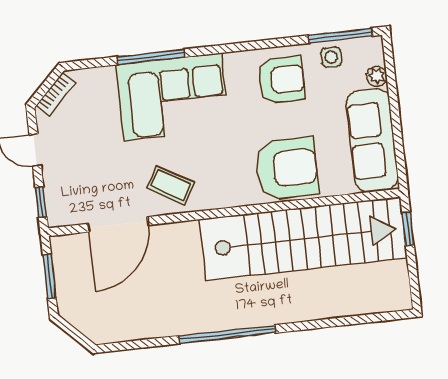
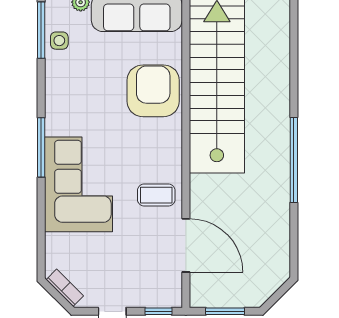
window: (151, 57) -> (41, 147), moved
armchair: (281, 80) -> (74, 87), removed
coffee table: (171, 185) -> (156, 195), turned 60

